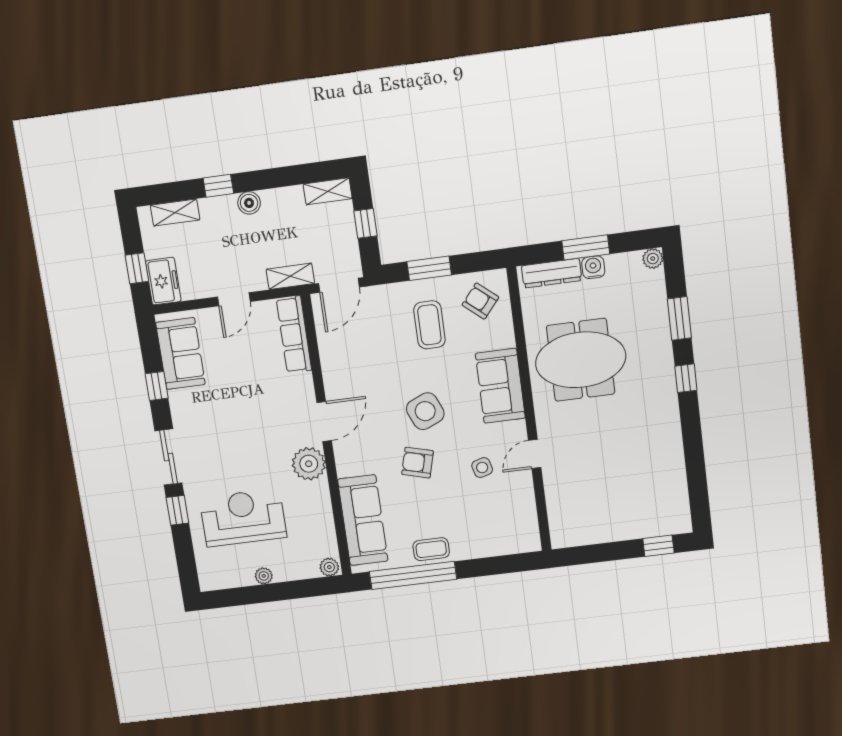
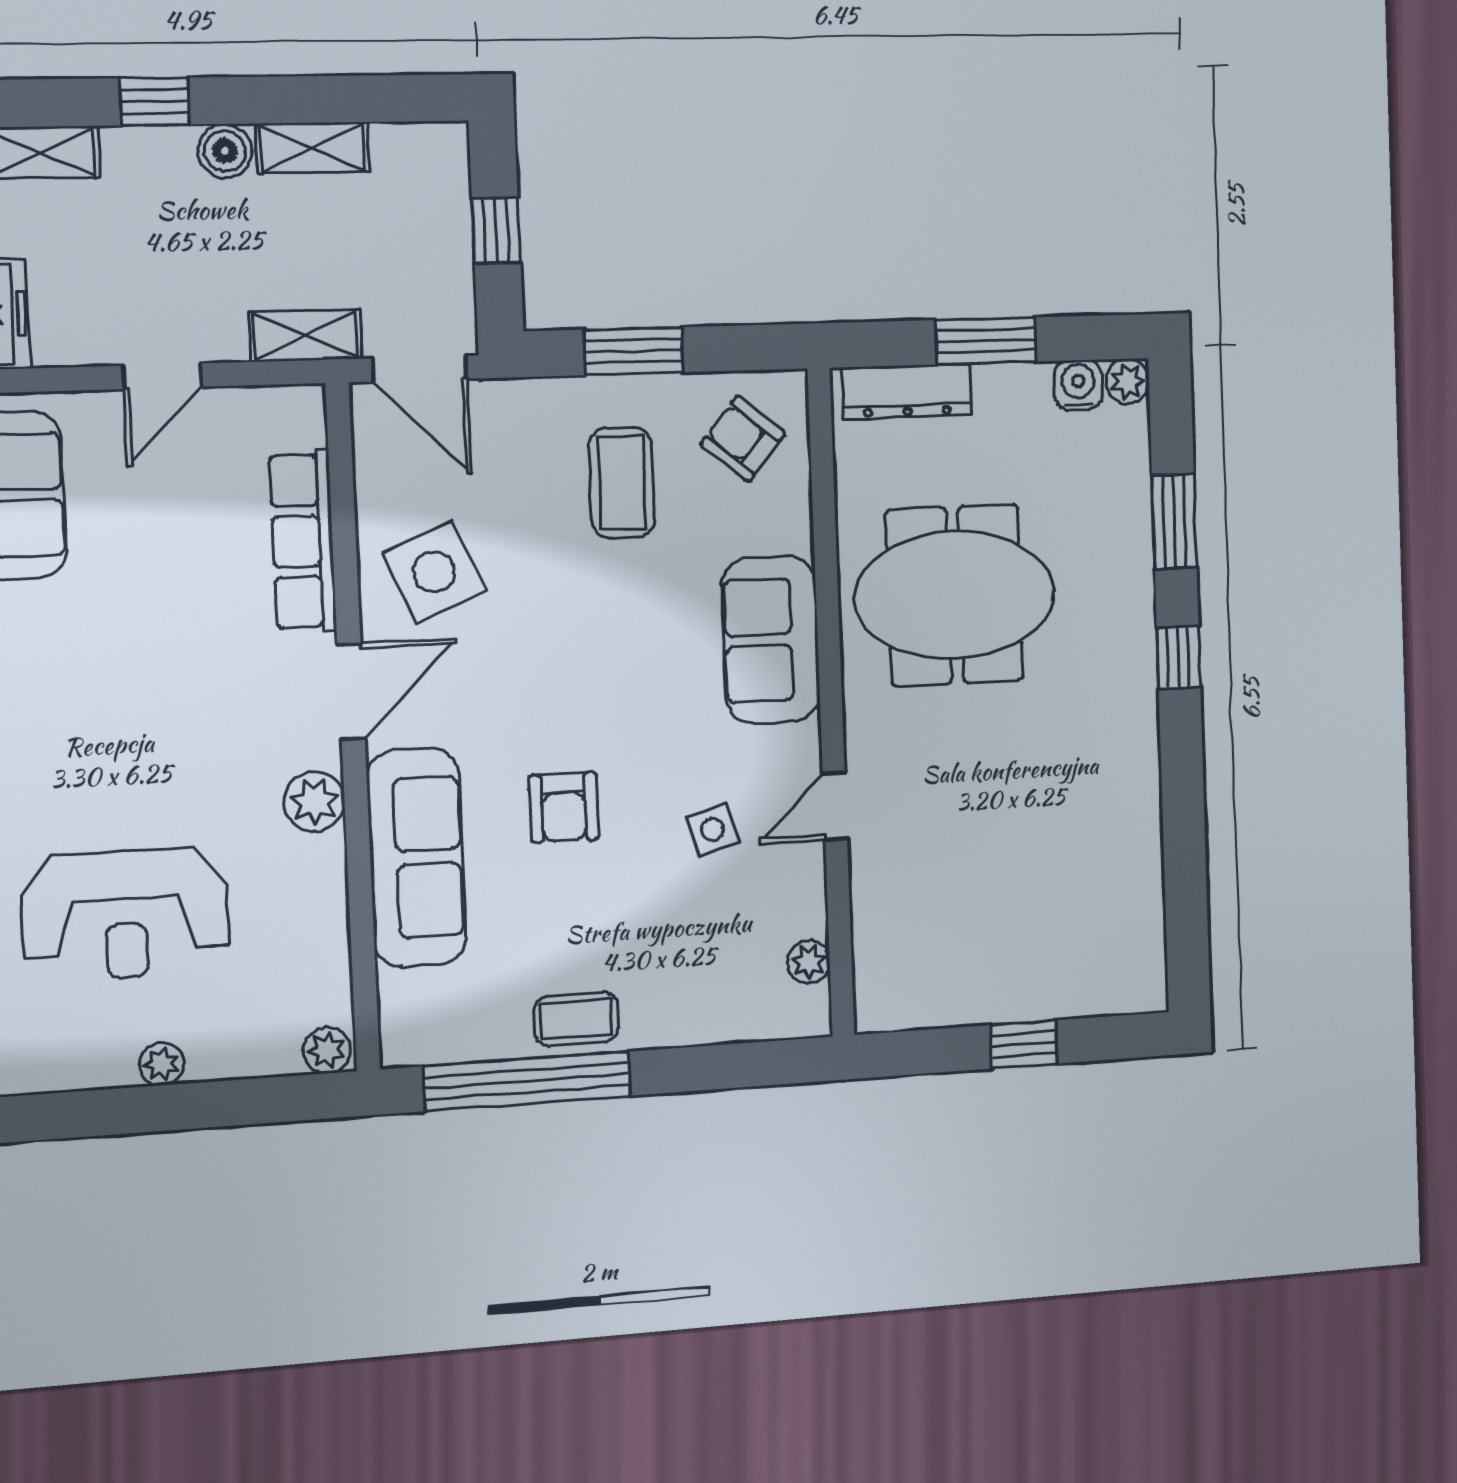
shelving: (328, 191) -> (312, 148), moved
water cooler: (593, 267) -> (1078, 385), moved
door: (339, 285) -> (420, 369), hinge flipped
row of seats: (294, 335) -> (303, 541), moved
side table: (425, 411) -> (434, 572), moved
armchair: (418, 463) -> (564, 807), turned -105
plant: (309, 464) -> (314, 802), width x0.73, depth x0.73
reception desk: (243, 518) -> (126, 914), turned 180
sofa: (363, 520) -> (417, 858), moved
plant: (529, 520) -> (809, 962), added
window: (658, 546) -> (1024, 1044), moved

